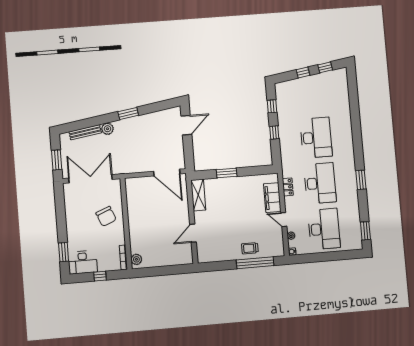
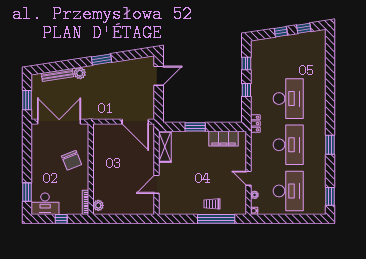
locker: (288, 187) -> (255, 124), moved
filing cabinet: (272, 198) -> (224, 139), moved, turned -90

